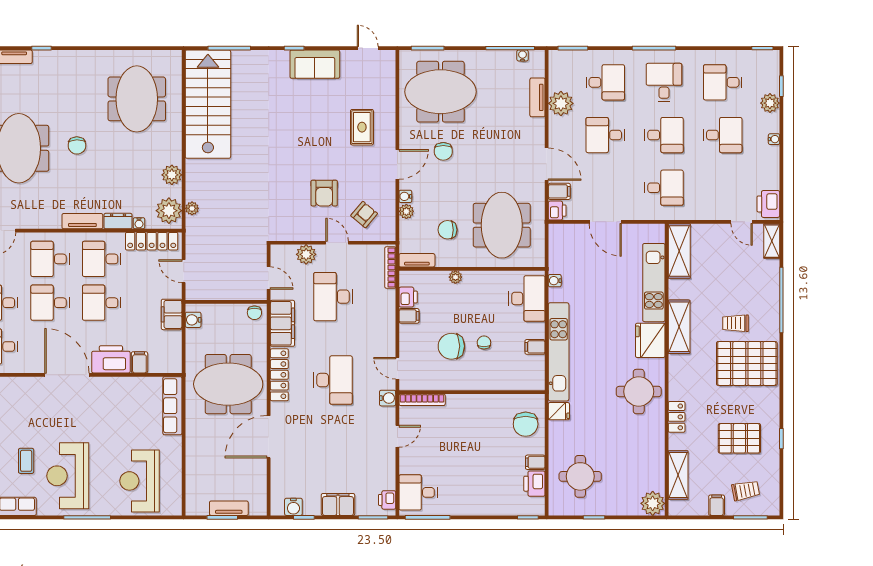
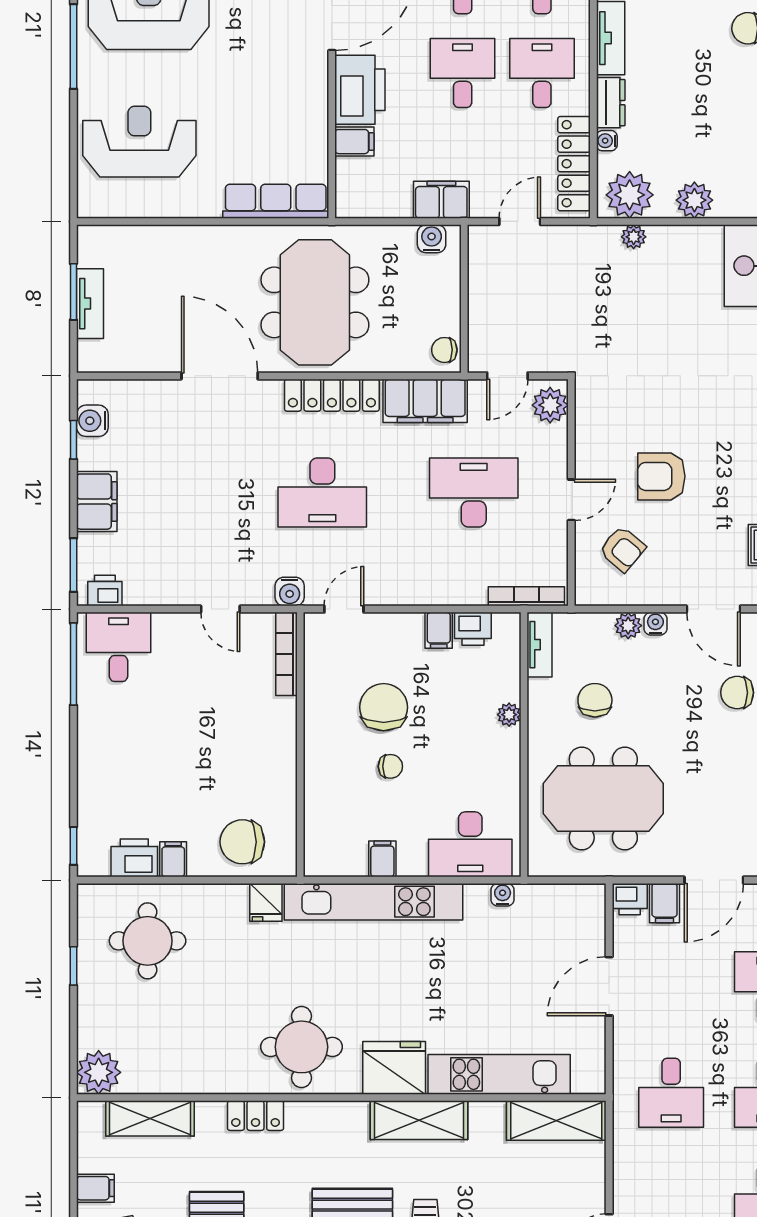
plant: (306, 254) -> (550, 405), moved

